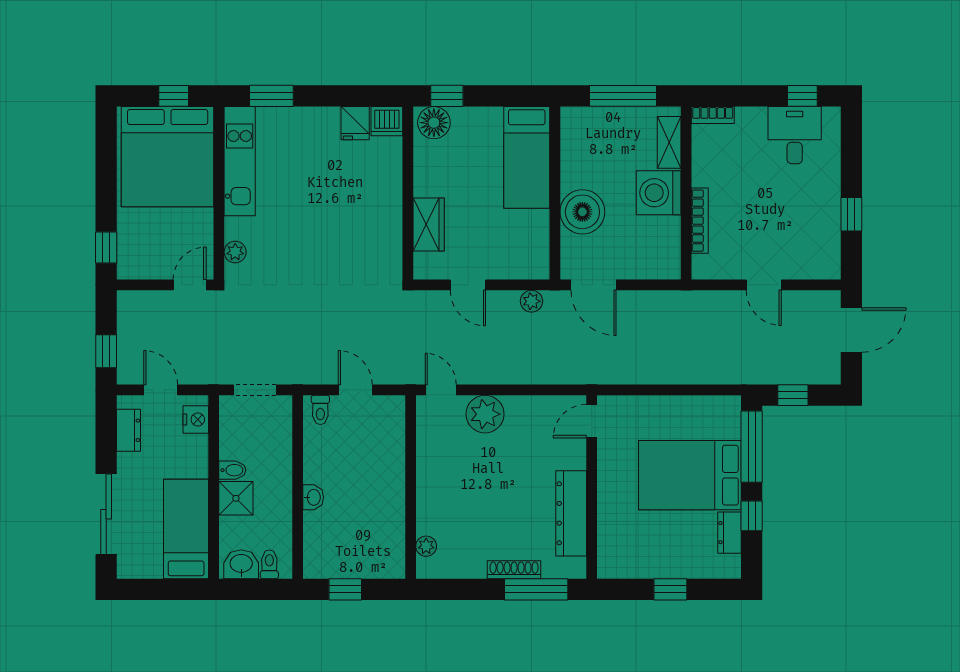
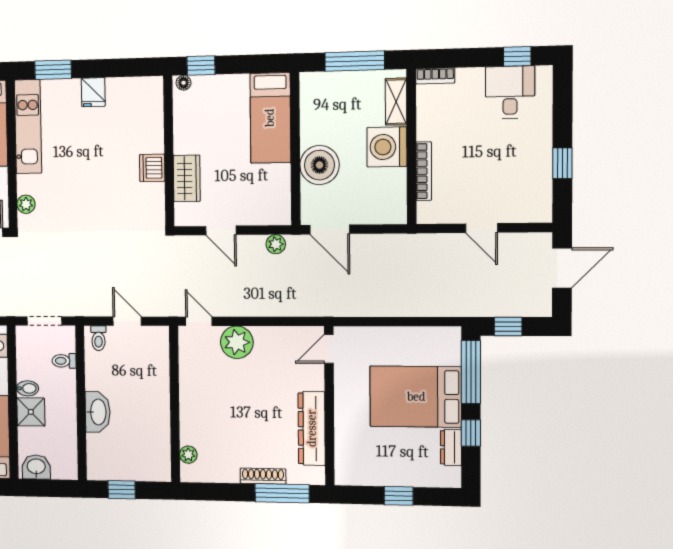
dishwasher: (387, 121) -> (152, 168), moved, turned 90
fridge: (355, 123) -> (93, 92), moved
floor lamp: (434, 123) -> (184, 83), width x0.53, depth x0.53
washbasin: (313, 497) -> (98, 412), width x1.91, depth x1.45
toilet: (269, 564) -> (64, 361), moved, turned -90

